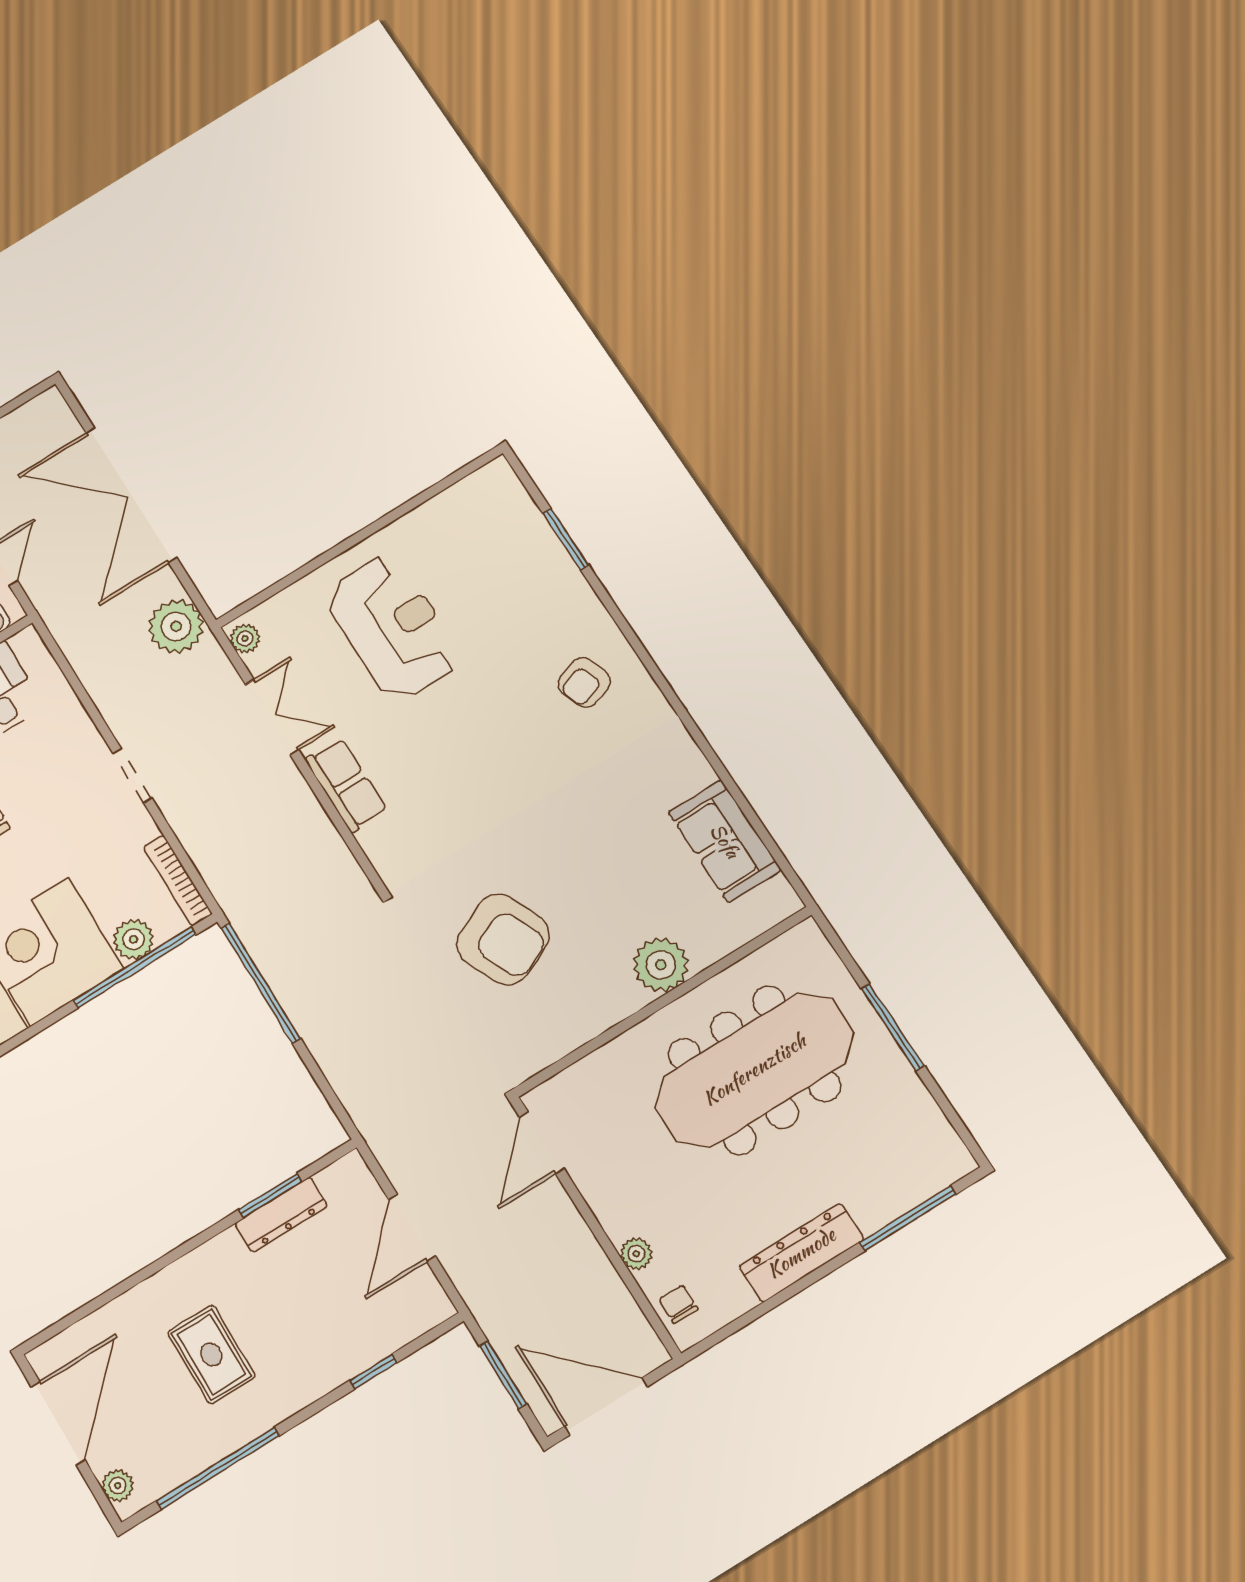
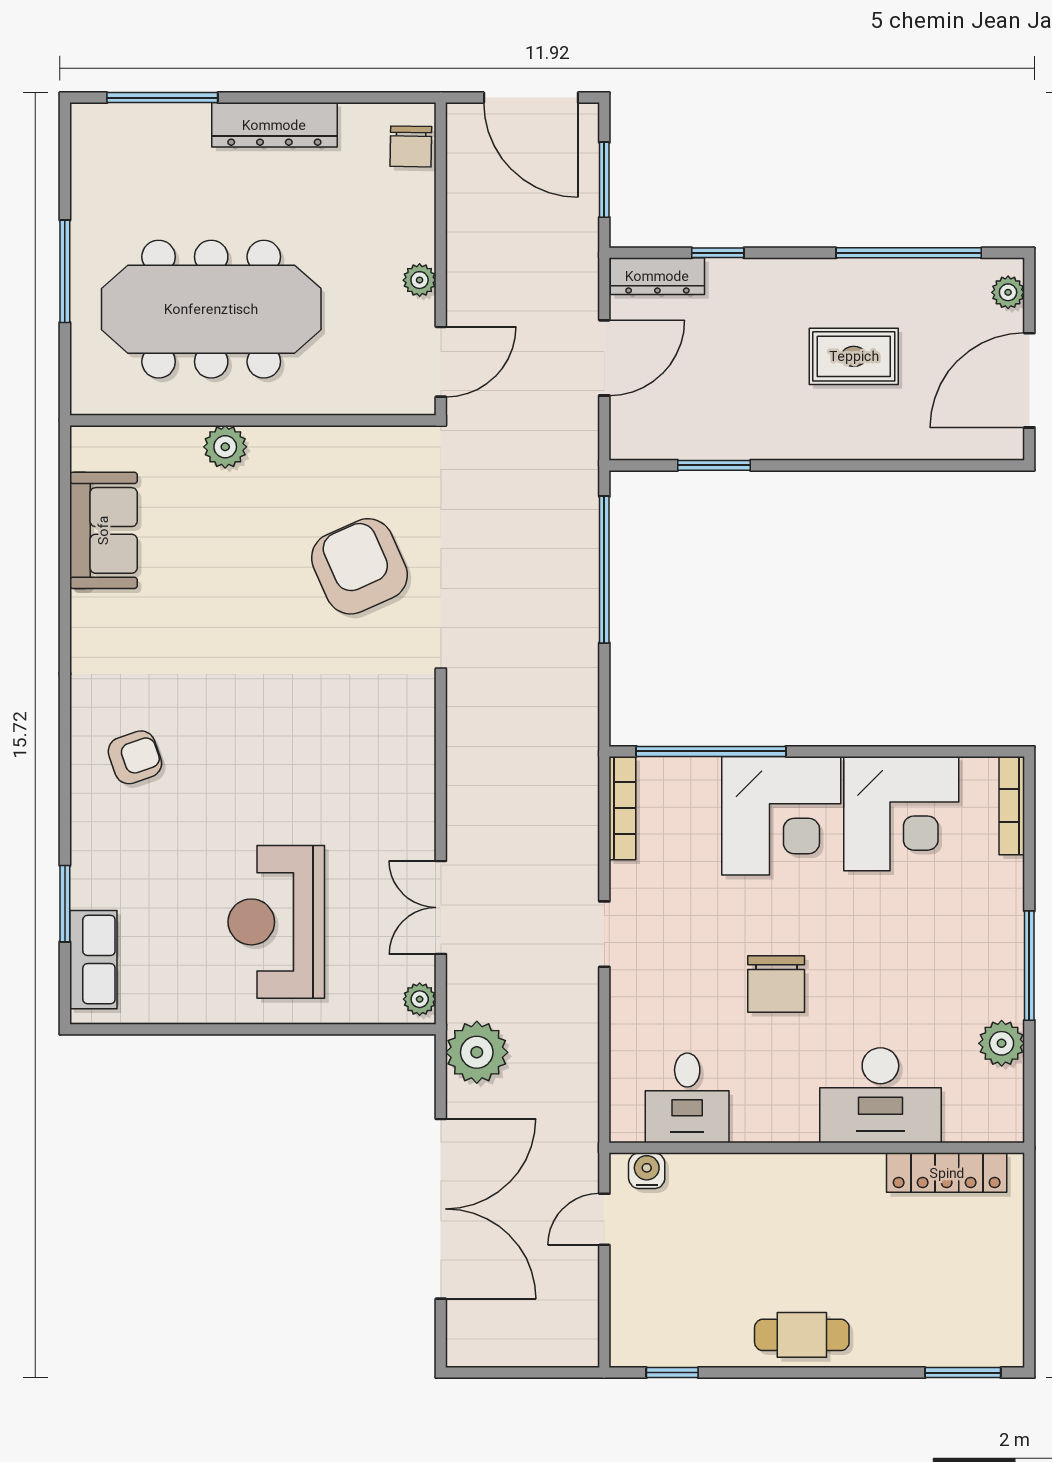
row of seats: (346, 785) -> (93, 960), moved, turned 180
plant: (134, 939) -> (696, 778), removed
plant: (661, 965) -> (225, 447), width x0.73, depth x0.73
window: (261, 983) -> (604, 570), moved
dresser: (281, 1215) -> (657, 276), moved, turned 180
plant: (636, 1254) -> (420, 280), moved
chair: (678, 1304) -> (411, 146), width x1.37, depth x1.37
rug: (211, 1354) -> (854, 356), turned 90

